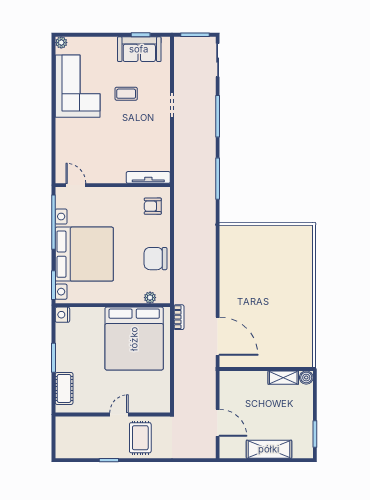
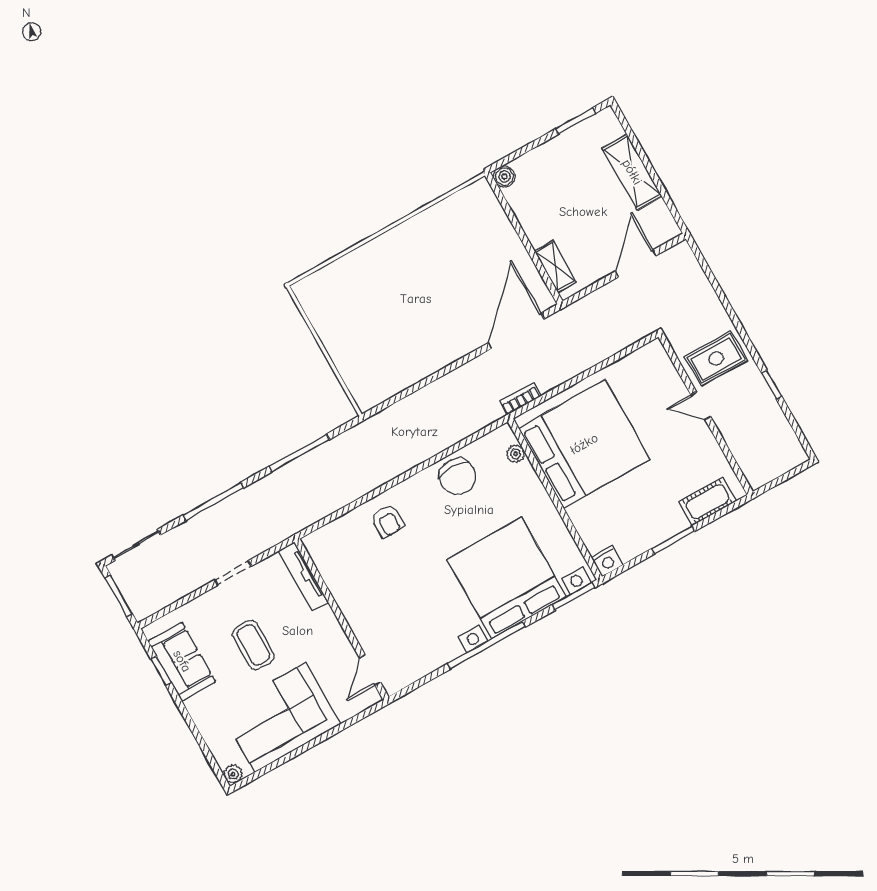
coffee table: (126, 94) -> (253, 645), width x1.36, depth x1.30
tv unit: (148, 177) -> (303, 577), moved
door: (76, 185) -> (370, 670), moved
wall: (113, 185) -> (342, 619), moved
shelving: (283, 378) -> (555, 266), moved

